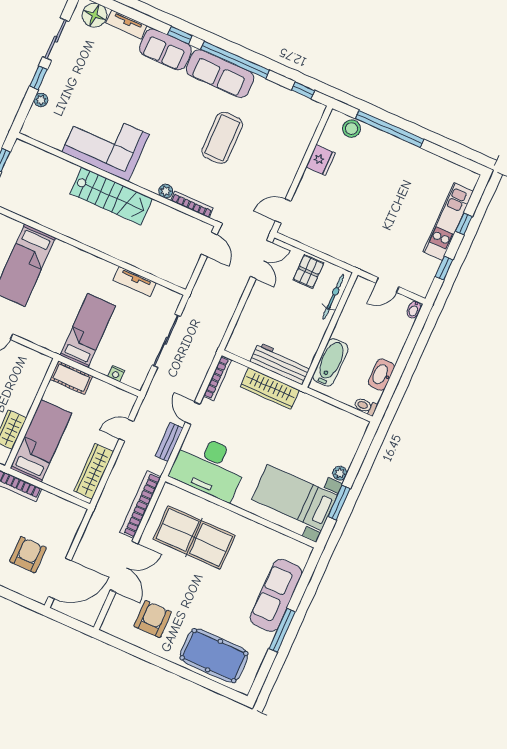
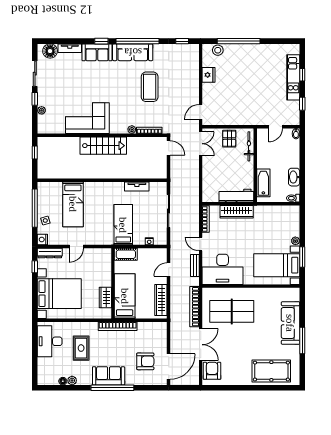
armchair: (28, 555) -> (145, 361), turned 90
armchair: (153, 619) -> (212, 371), moved

